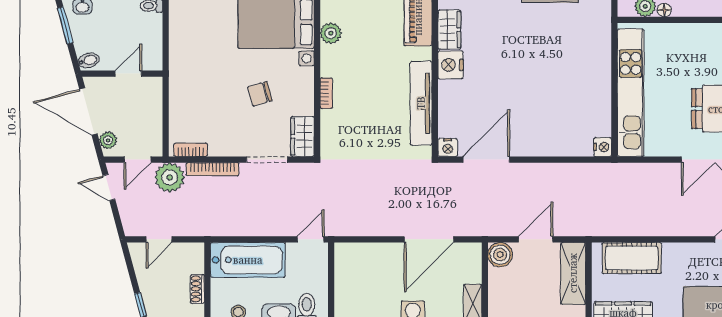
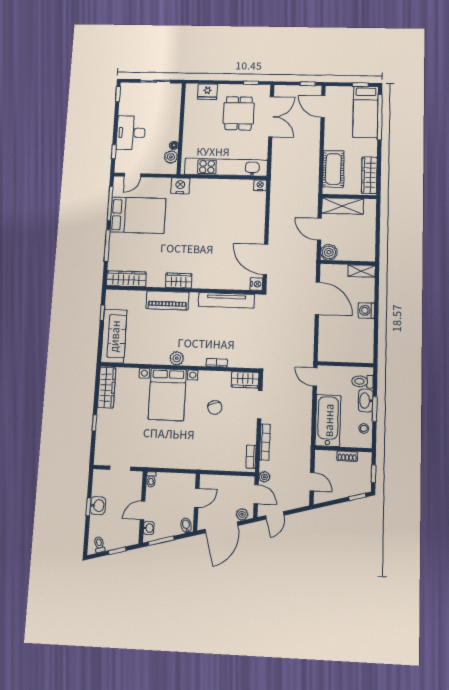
nightstand: (451, 65) -> (180, 186), moved, turned 180
door: (128, 74) -> (197, 498), swing flipped
plant: (170, 177) -> (264, 477), width x0.53, depth x0.53

